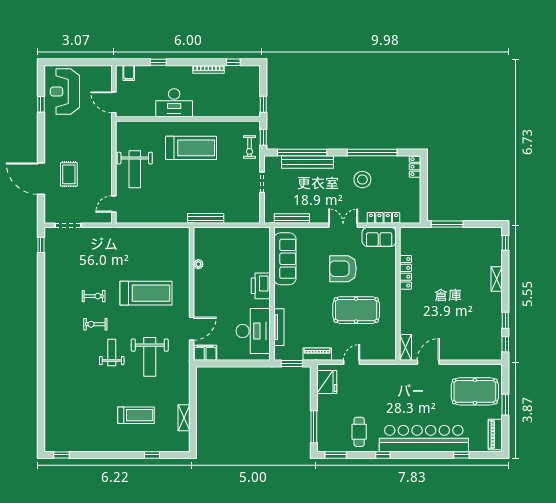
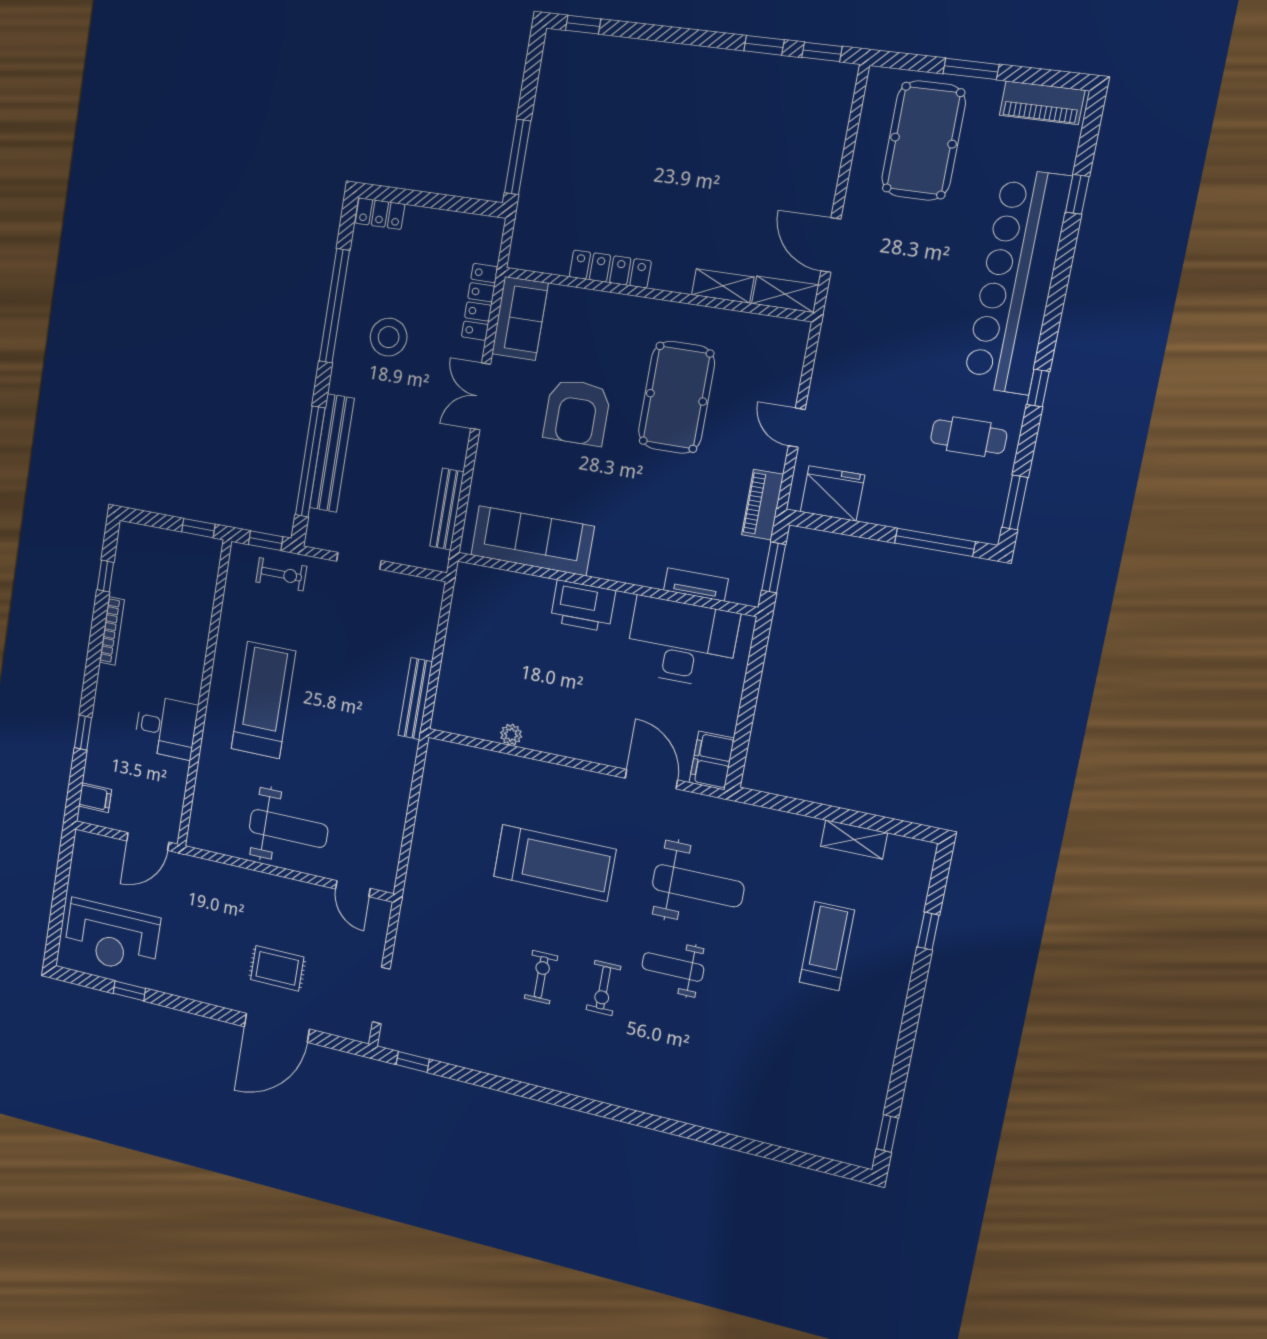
desk: (174, 103) -> (166, 727), width x0.73
shelving: (497, 279) -> (723, 286), moved
treadmill: (146, 293) -> (555, 863), turned 90
tv unit: (279, 327) -> (696, 584), width x0.71

